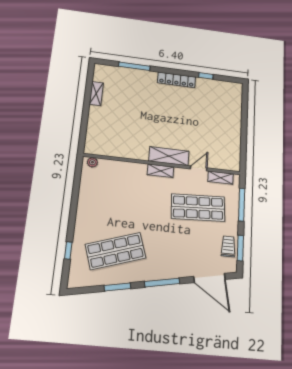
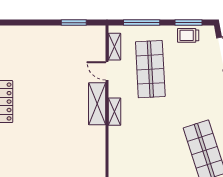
window: (243, 145) -> (74, 23), added

